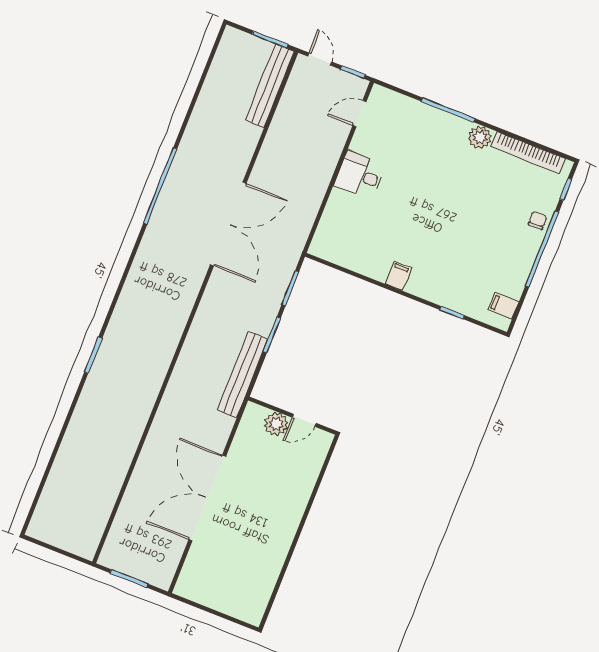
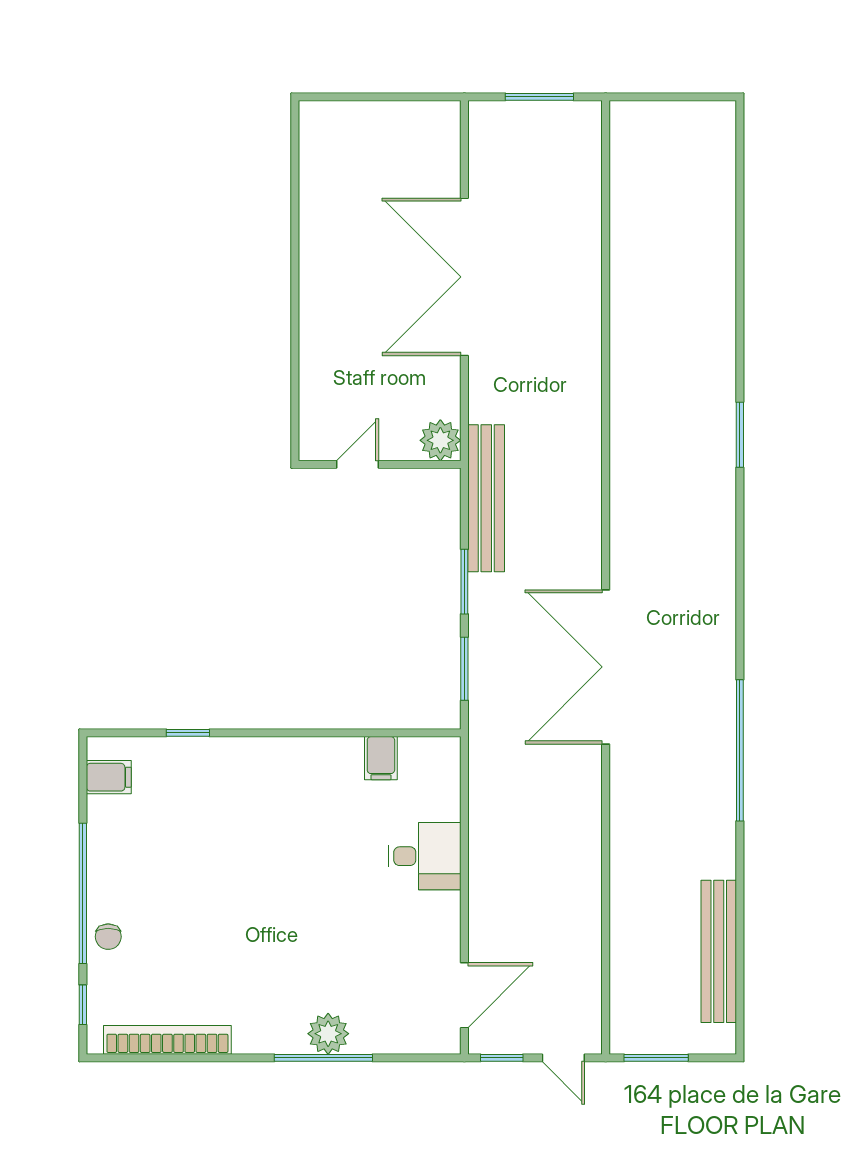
bench: (270, 86) -> (719, 951), moved
door: (359, 114) -> (464, 995), width x1.38
plant: (480, 137) -> (328, 1034), moved
desk: (360, 175) -> (424, 856), moved
double door: (228, 224) -> (606, 667), moved
filing cabinet: (398, 276) -> (381, 758), moved
plant: (276, 424) -> (440, 440), moved
double door: (207, 498) -> (464, 277), swing flipped

